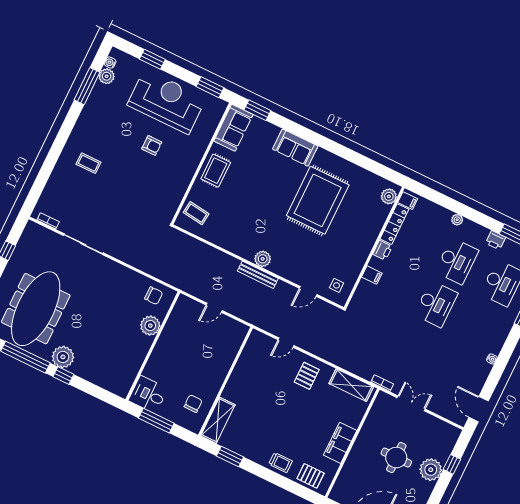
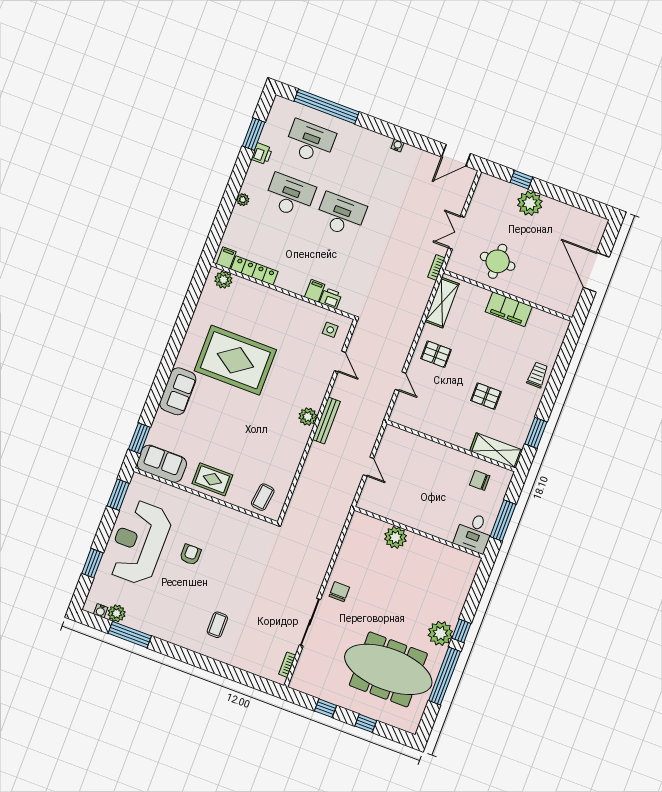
printer: (383, 250) -> (331, 298), moved
chair: (154, 296) -> (339, 592), moved
round table: (396, 458) -> (498, 261), moved
pallet: (311, 476) -> (486, 396), moved, turned 90

